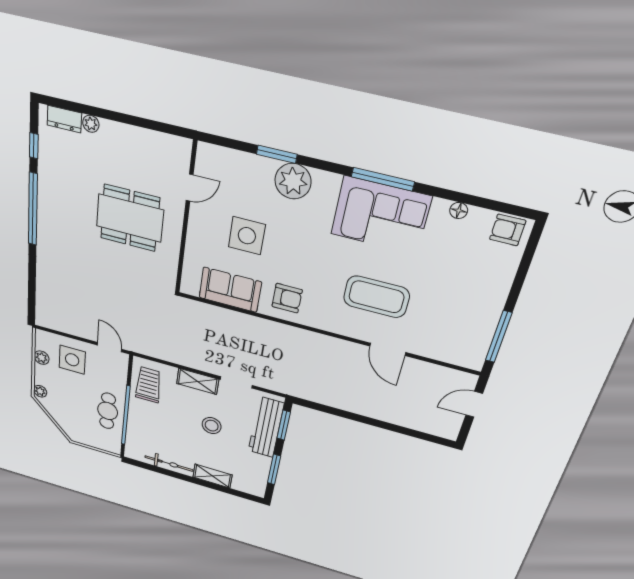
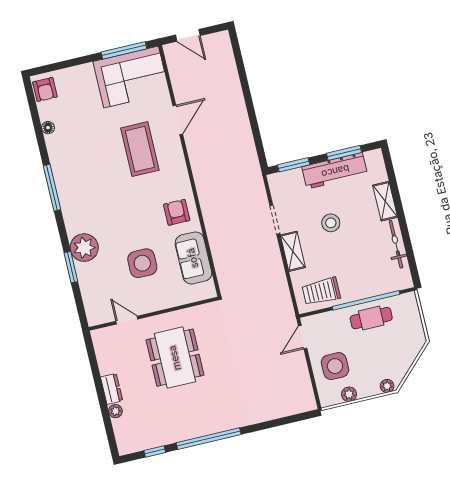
dresser: (64, 119) -> (112, 389), moved
corner sofa: (381, 215) -> (131, 77), moved, turned 90
workbench: (266, 427) -> (335, 171), moved

